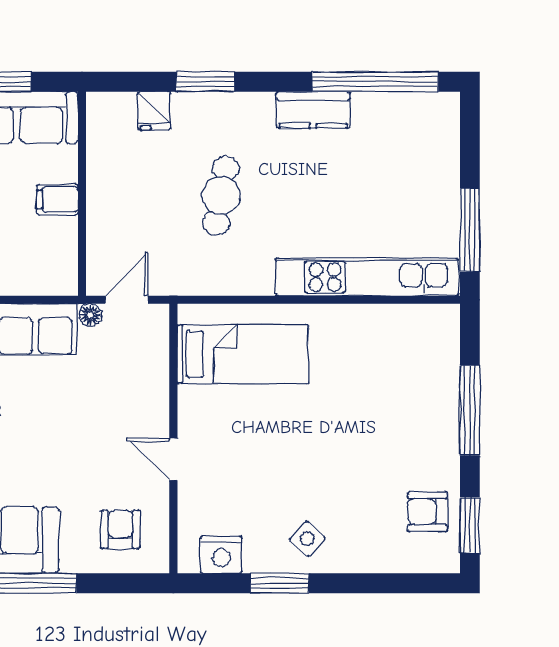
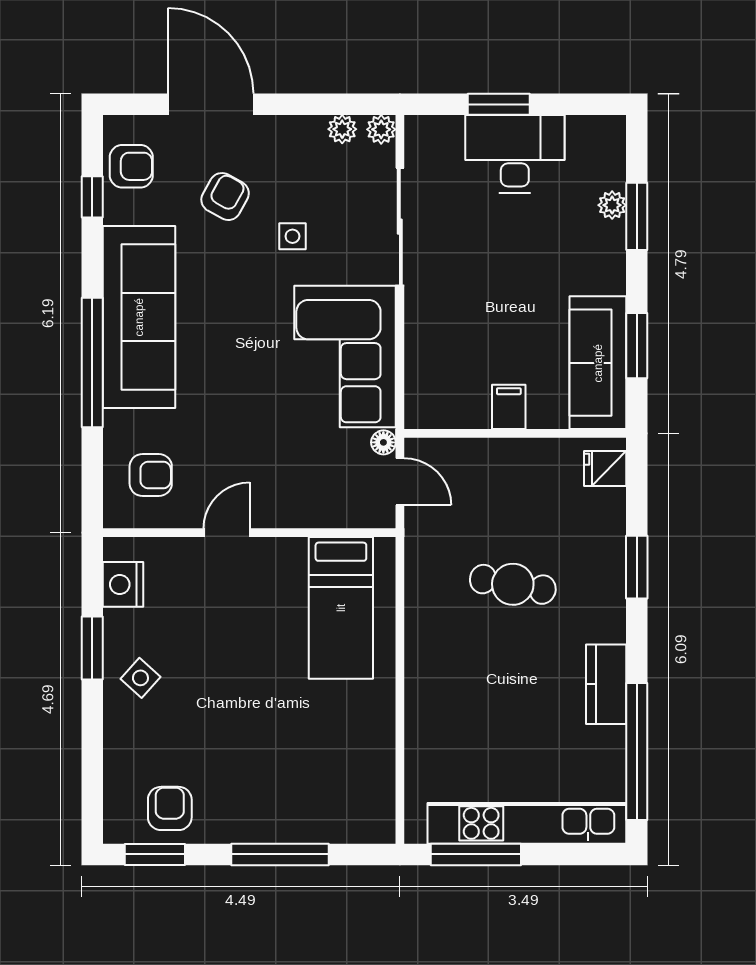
fridge: (154, 111) -> (605, 468), moved
kitchen unit: (367, 277) -> (527, 823), moved, turned -90

